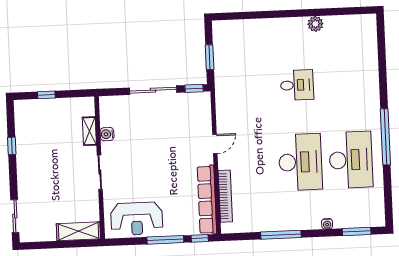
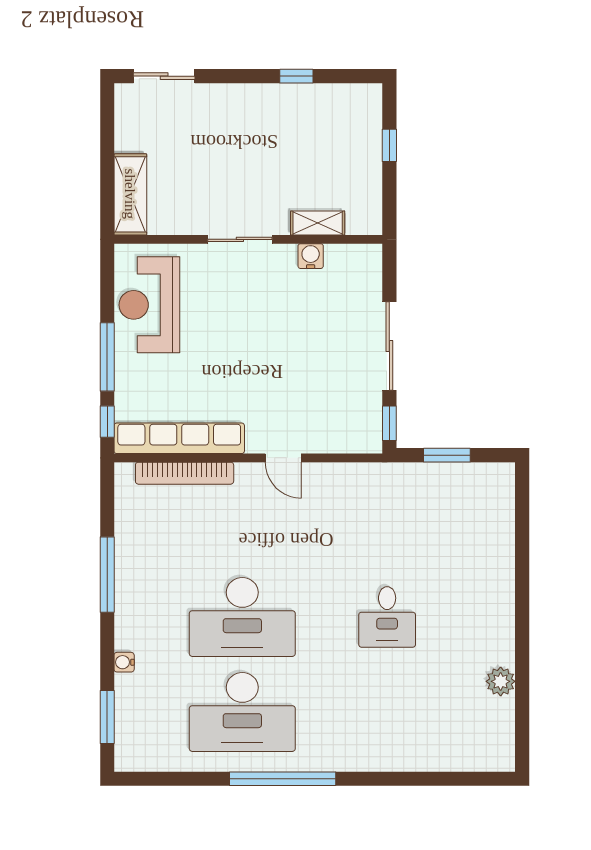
plant: (315, 24) -> (501, 681), moved

